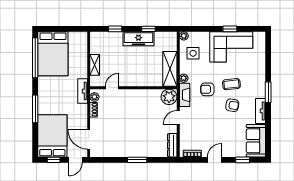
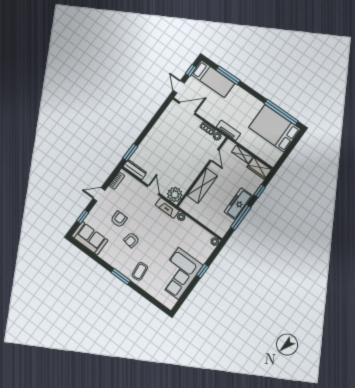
window: (148, 29) -> (241, 217), width x2.17
window: (230, 29) -> (203, 271), moved
wardrobe: (96, 43) -> (259, 168), added
side table: (193, 53) -> (196, 239), removed
shelving: (170, 69) -> (202, 186), moved, turned 90
coffee table: (231, 84) -> (140, 271), moved
armchair: (207, 89) -> (119, 219), moved
window: (35, 109) -> (228, 75), moved
tv unit: (261, 111) -> (110, 259), removed
bed: (52, 136) -> (213, 79), width x0.67
window: (137, 160) -> (130, 152), moved
door: (214, 160) -> (99, 194), swing flipped

